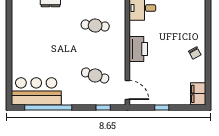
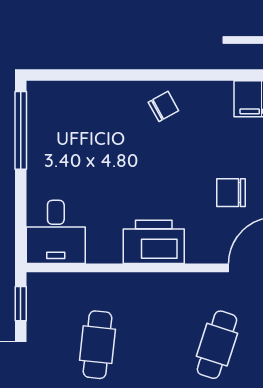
chair: (159, 81) -> (231, 193), added

